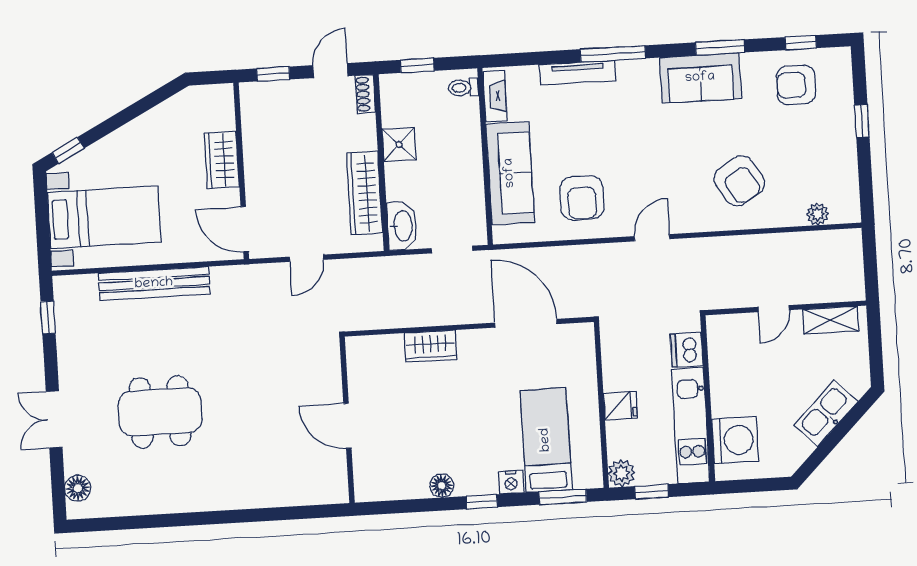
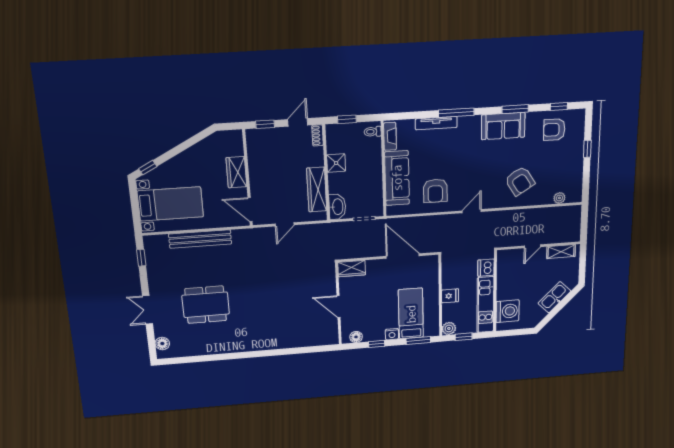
wall: (347, 420) -> (338, 304), moved
door: (347, 426) -> (338, 307), moved

